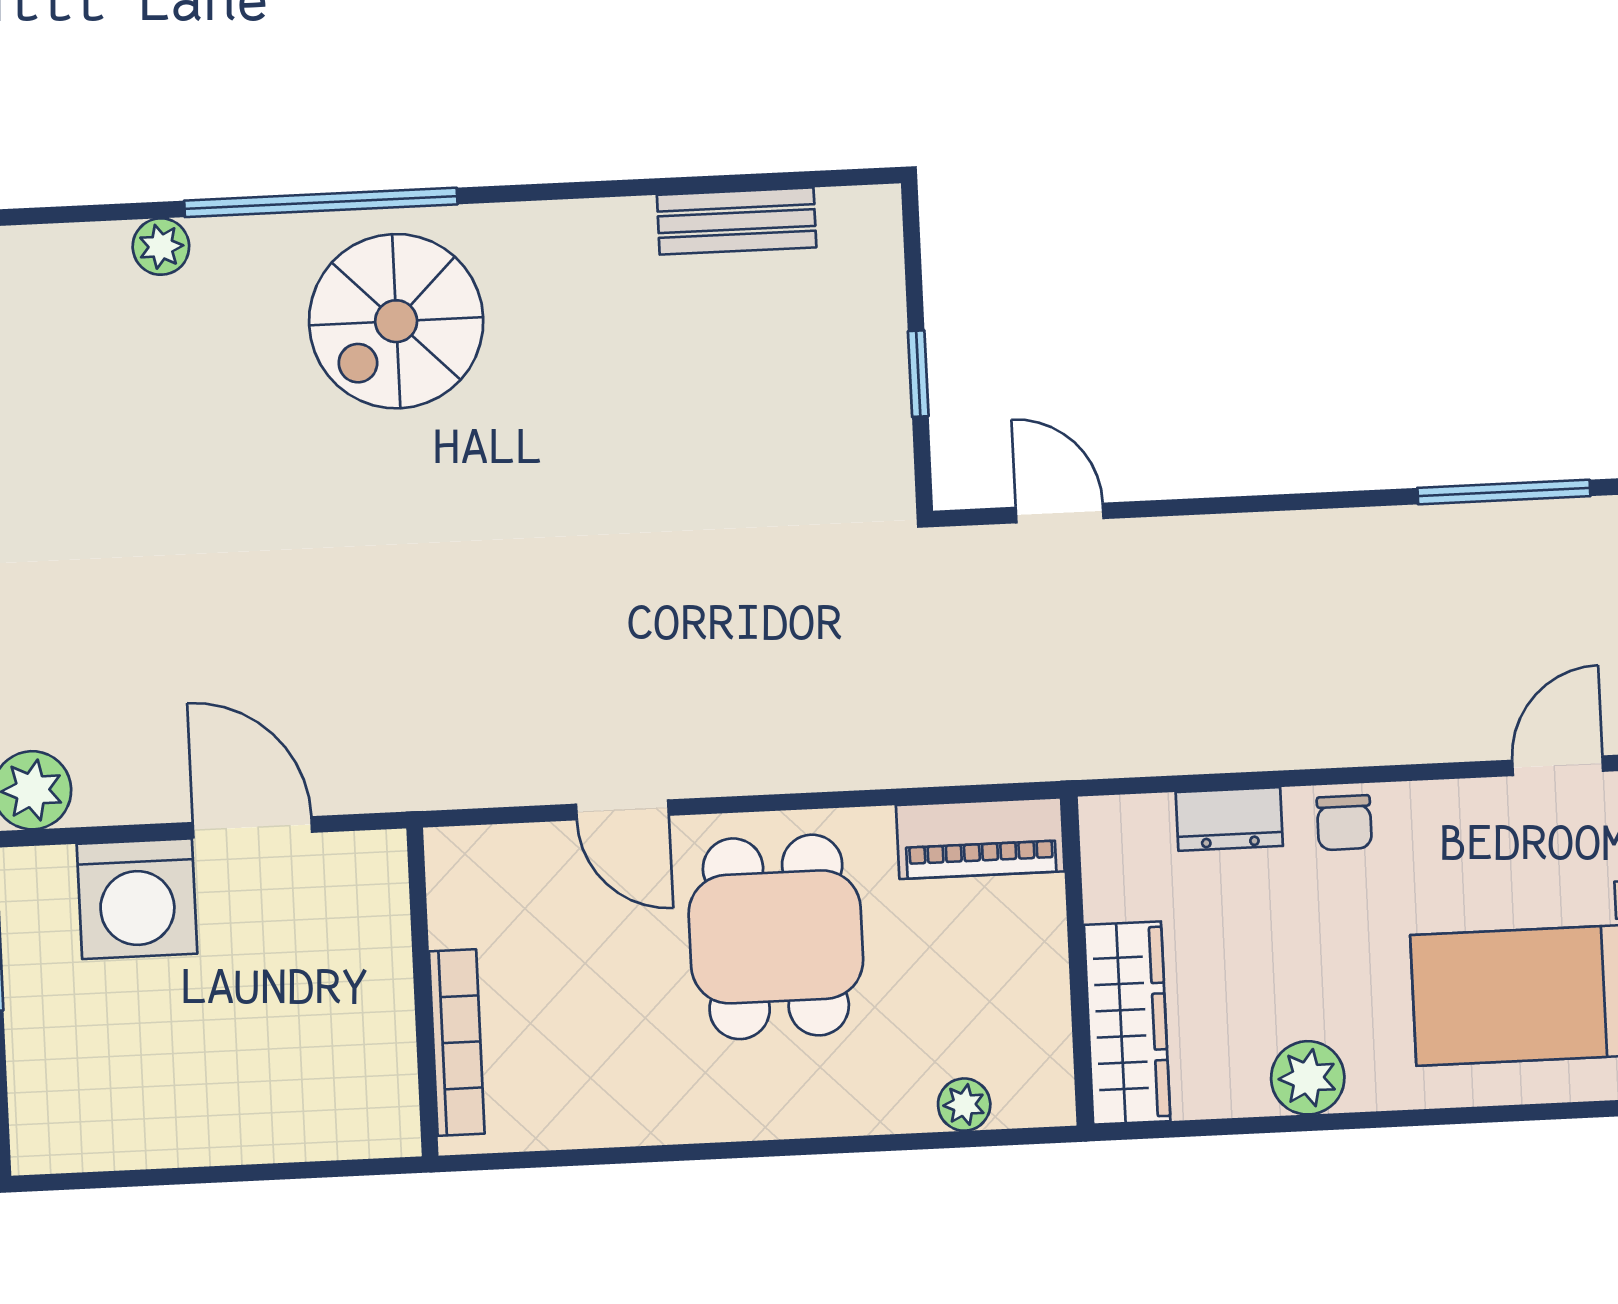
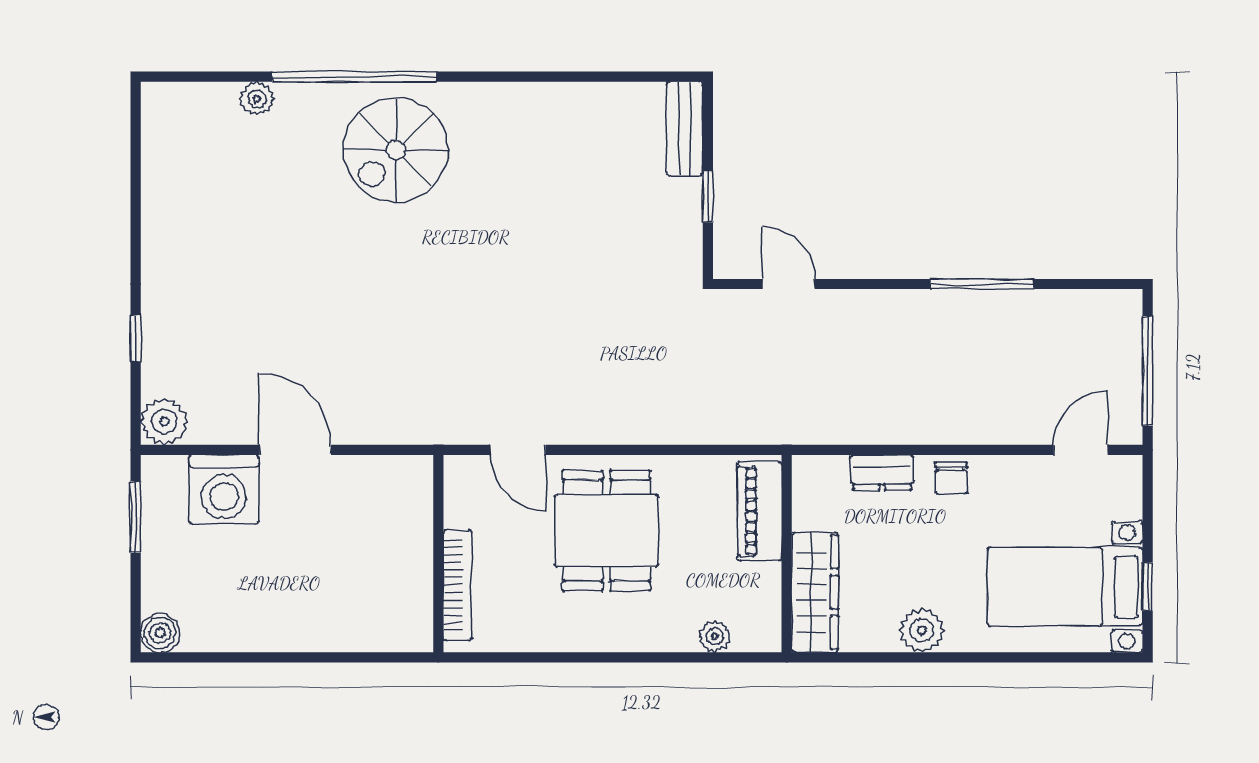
bench: (737, 221) -> (685, 129), moved, turned 90
window: (1504, 492) -> (982, 284), moved
piano: (980, 838) -> (760, 511), moved, turned 90
wall: (422, 992) -> (438, 554), moved
bookcase: (457, 1043) -> (458, 585), moved
boiler: (42, 1142) -> (160, 633), added

